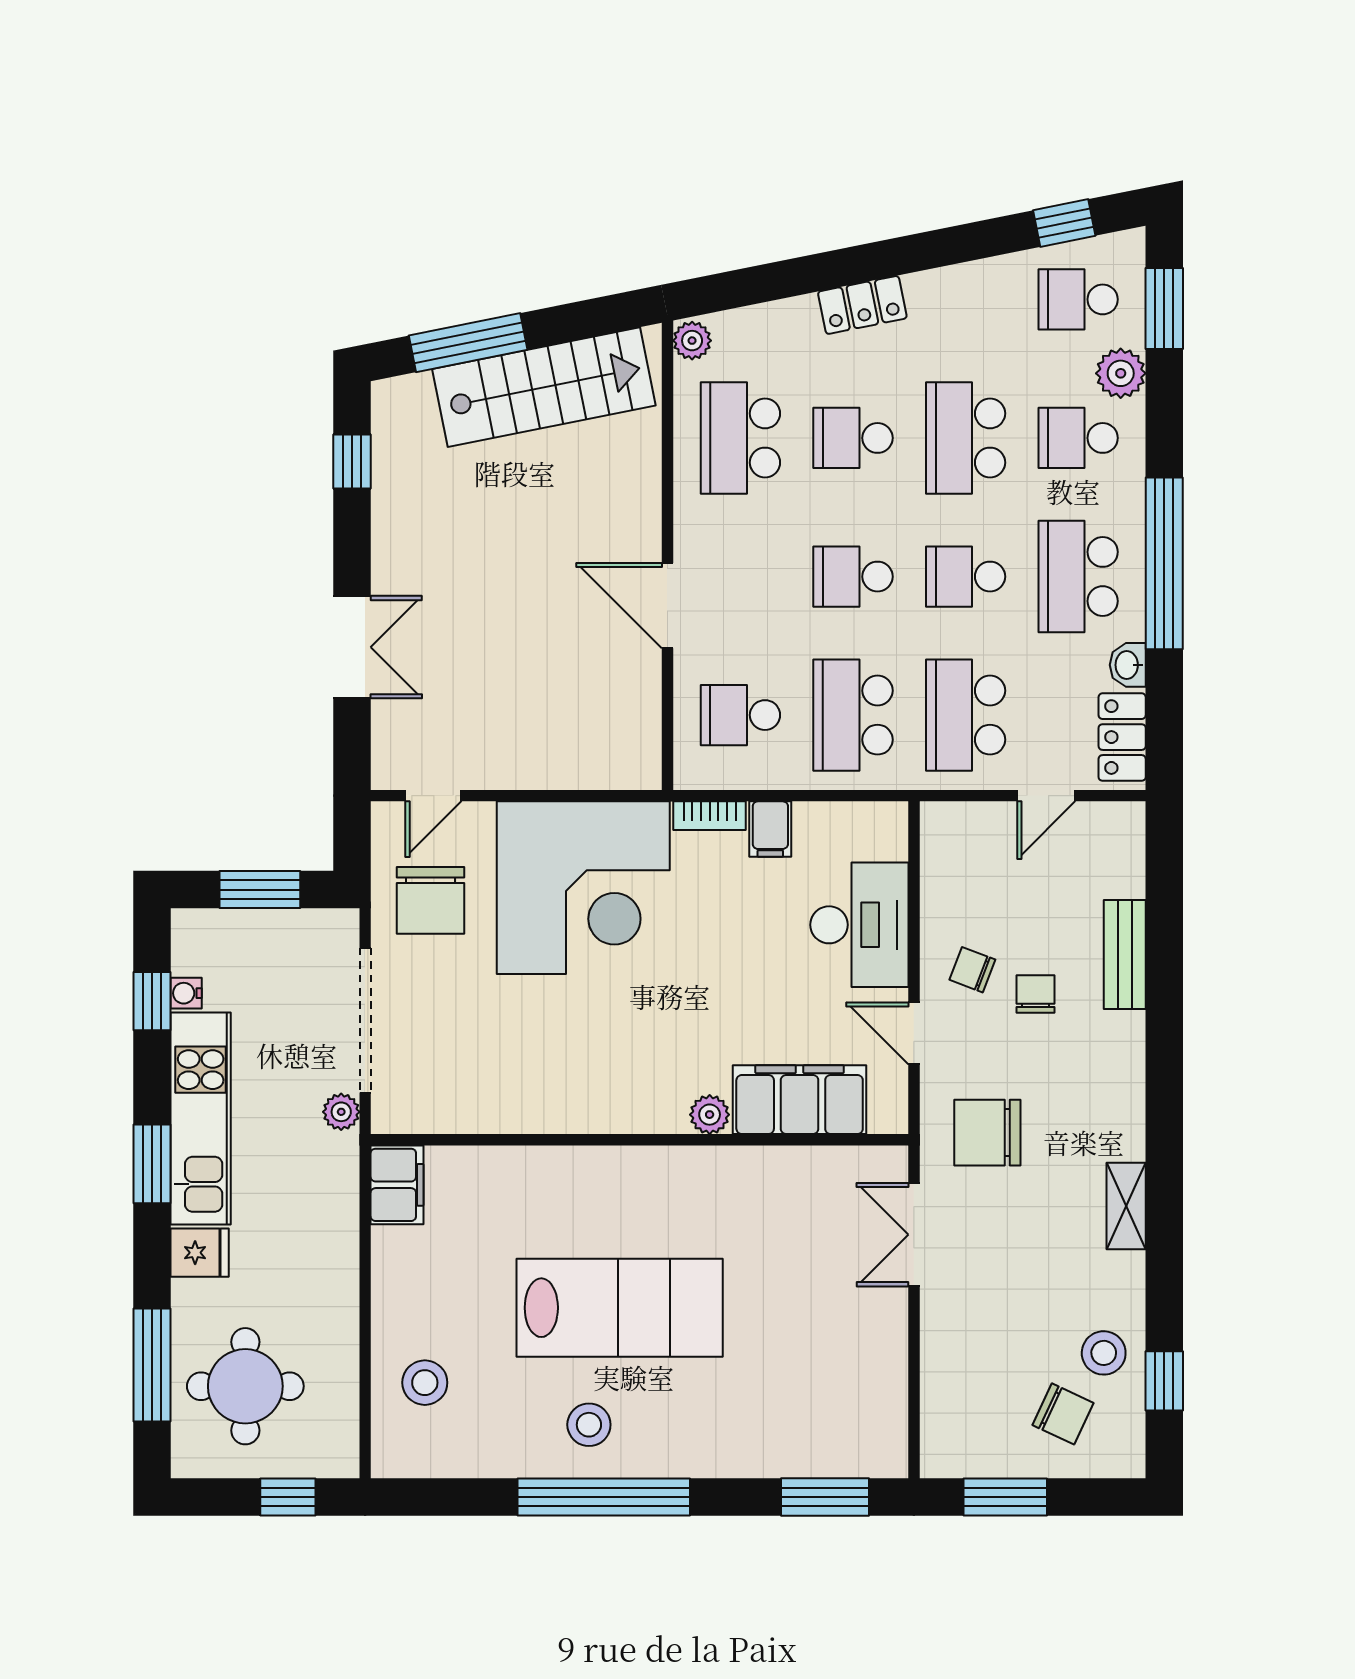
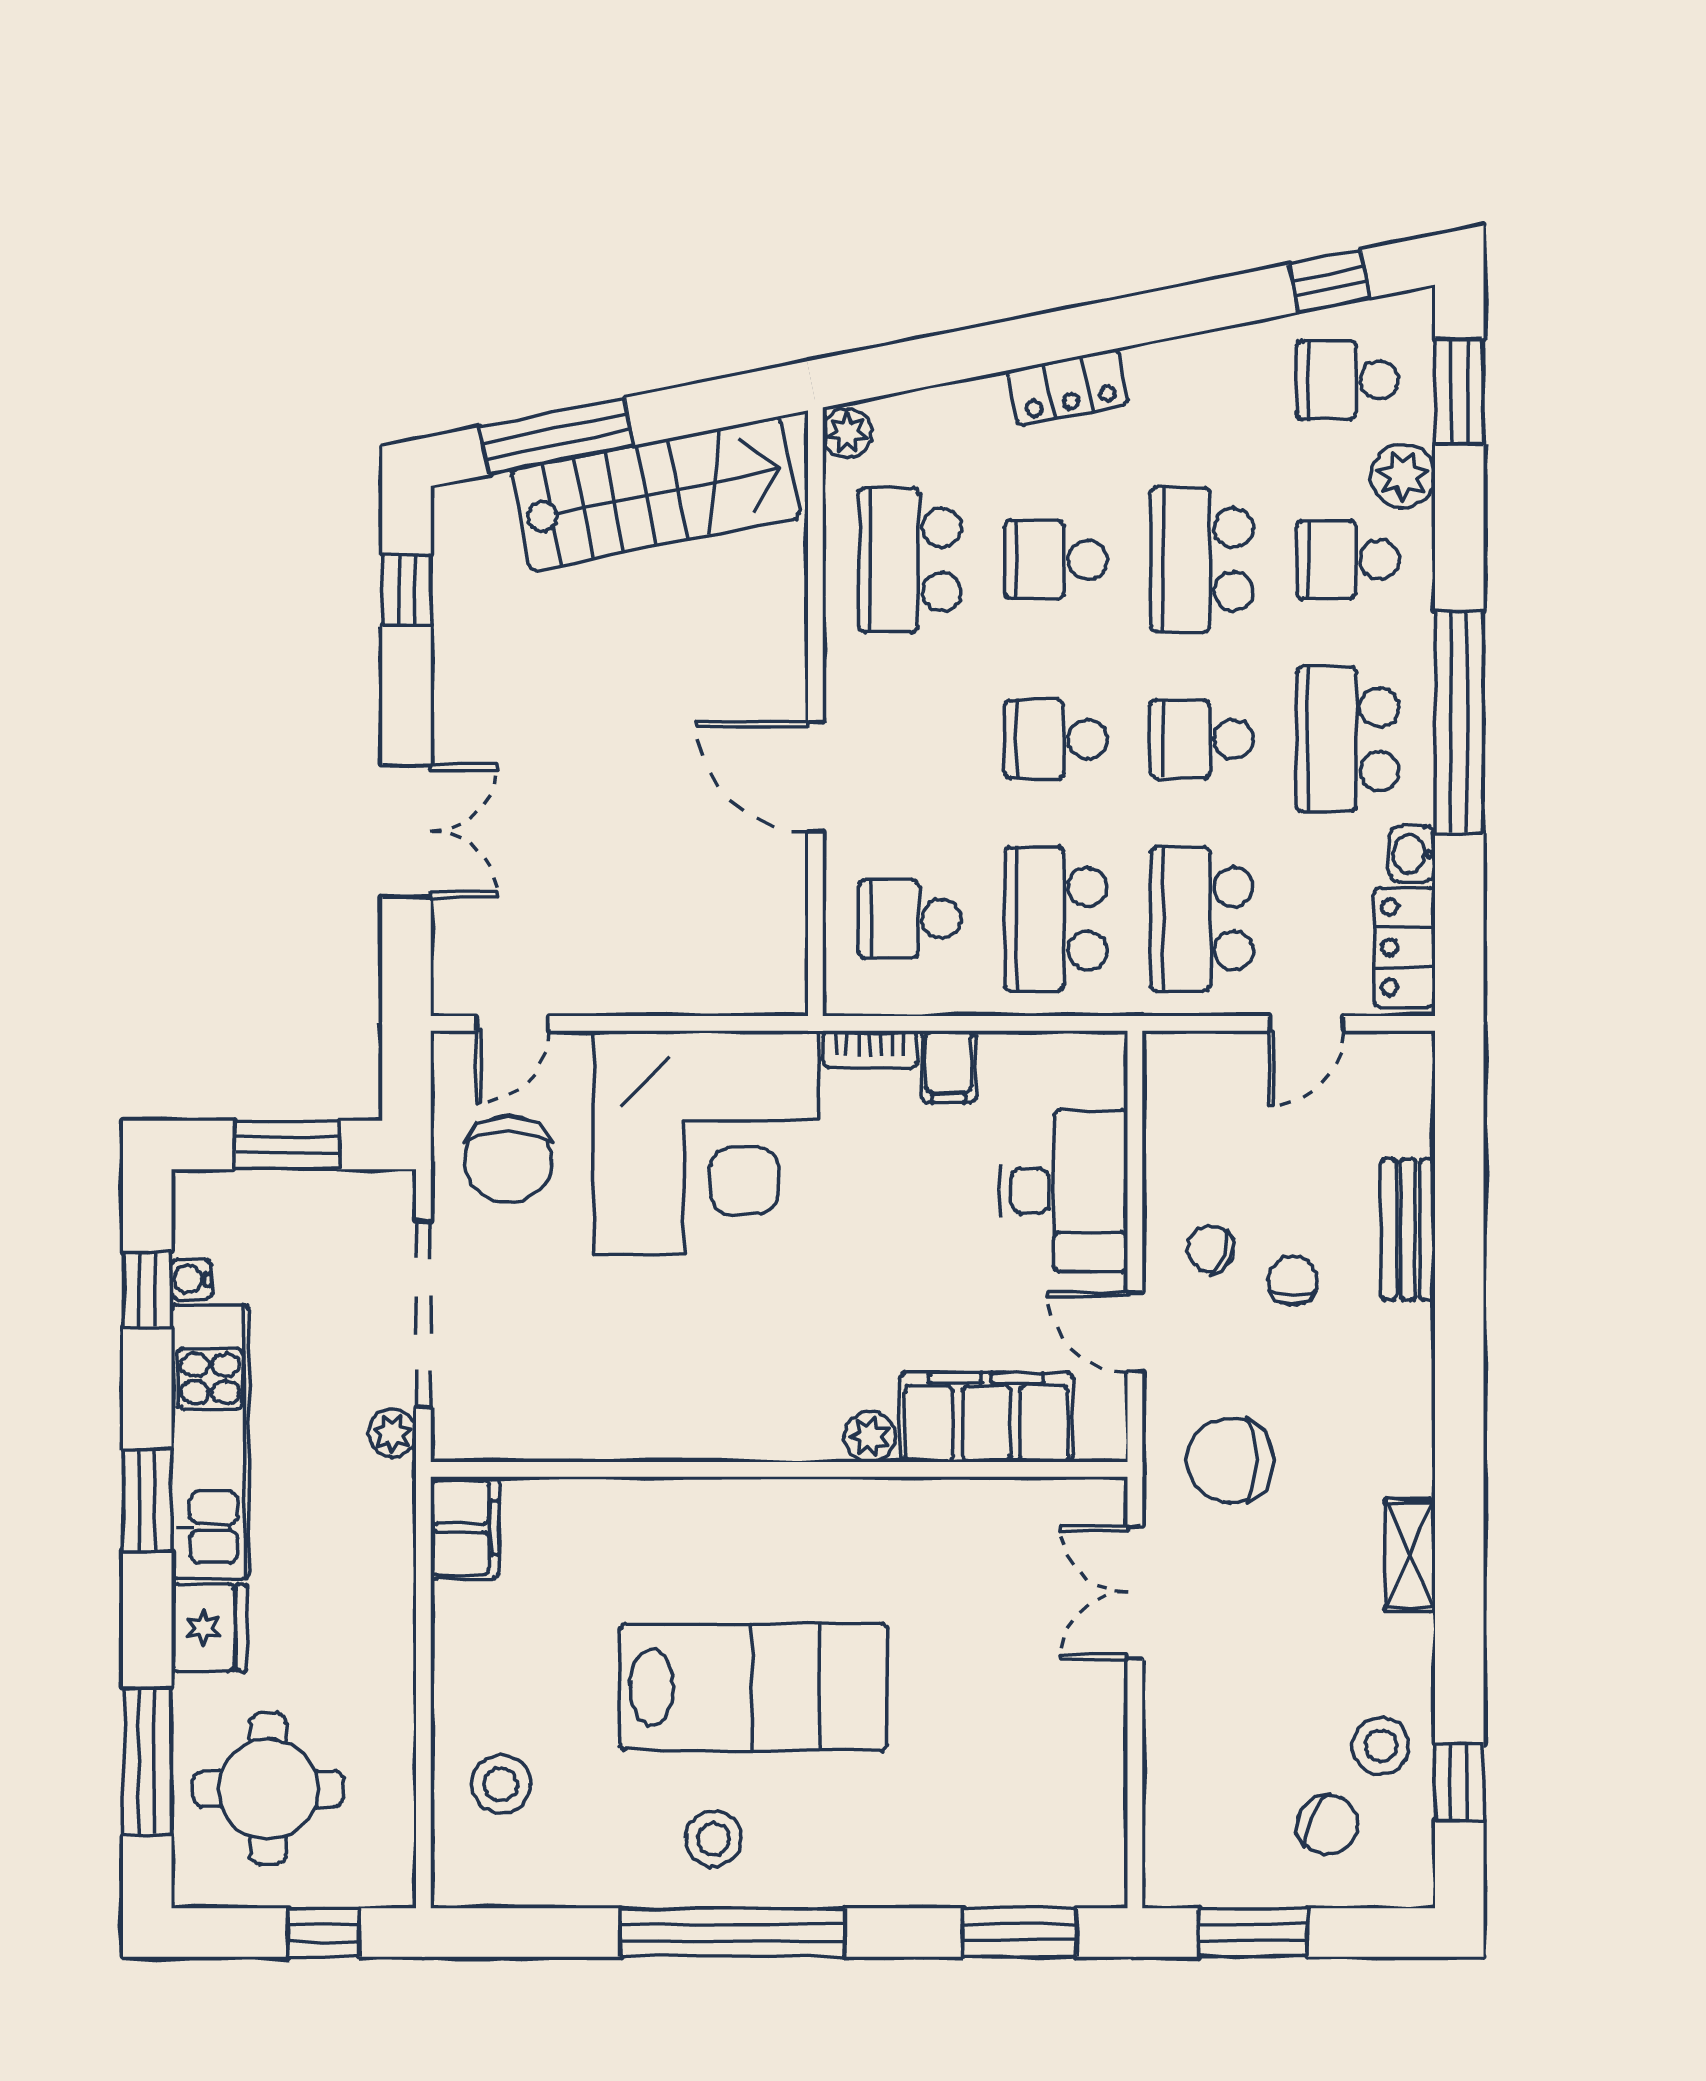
fridge: (200, 1253) -> (209, 1628), width x1.38

